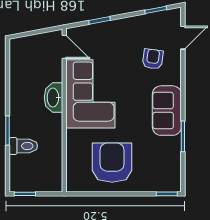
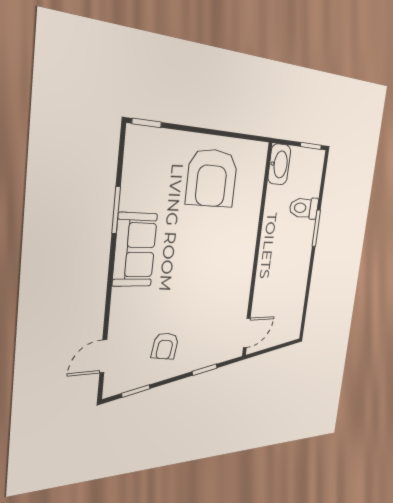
door: (64, 47) -> (247, 333), swing flipped
armchair: (153, 59) -> (165, 346), moved
corner sofa: (90, 94) -> (226, 274), removed
washbasin: (53, 98) -> (279, 164), moved

